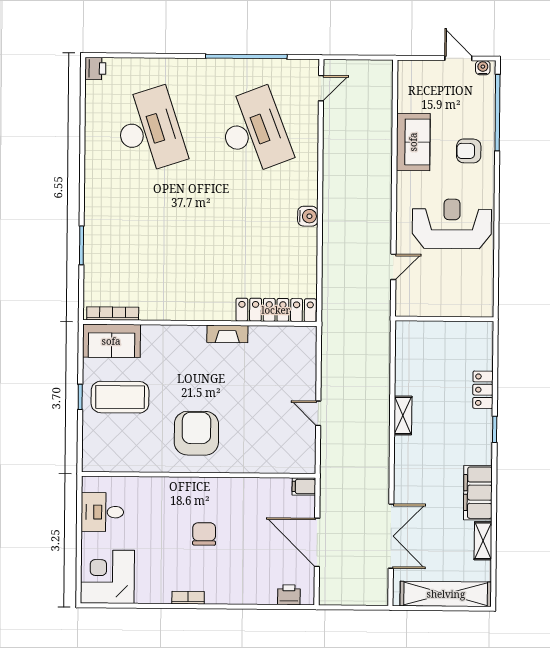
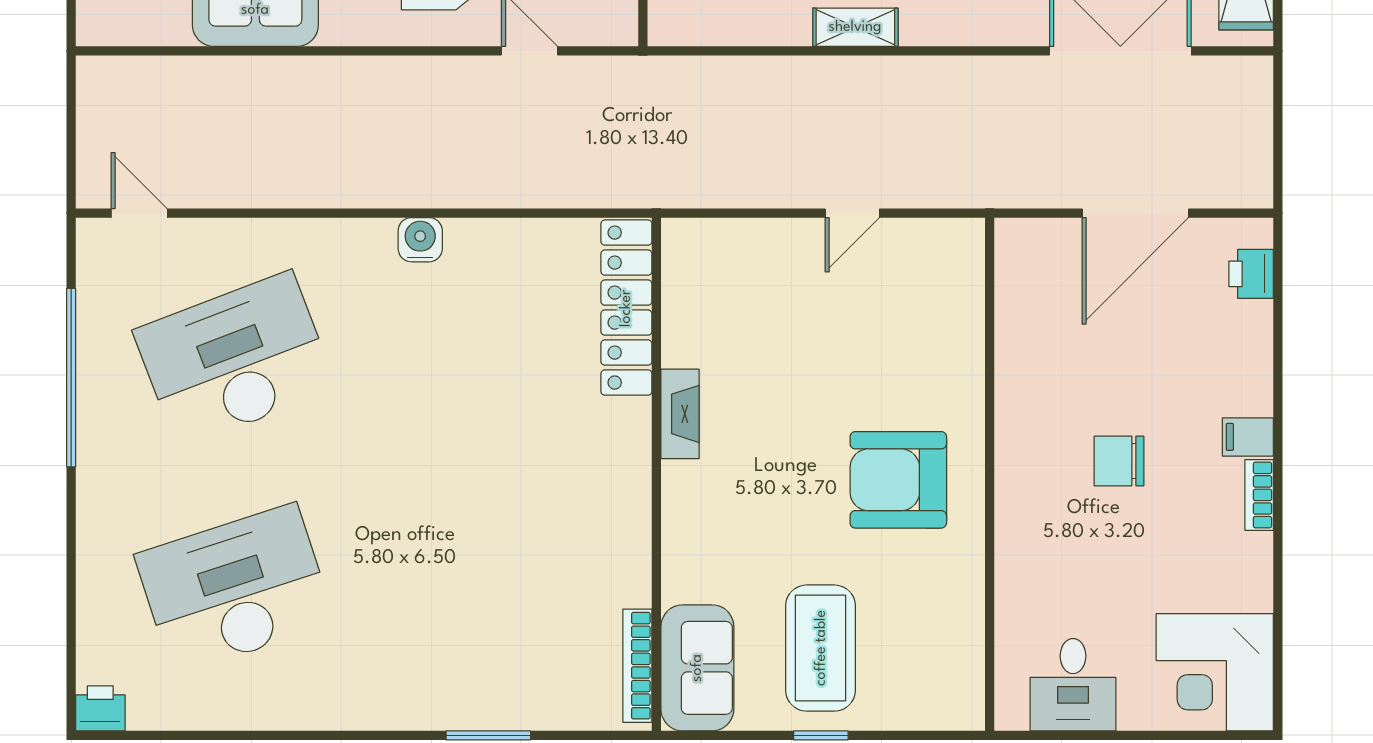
filing cabinet: (304, 487) -> (1248, 437), moved, turned 90

